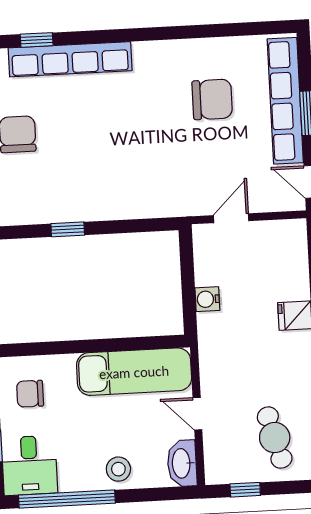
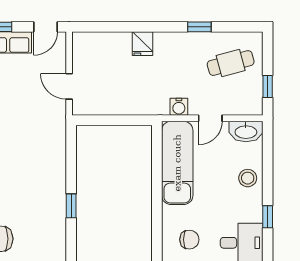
water cooler: (207, 299) -> (179, 107), moved
chair: (30, 394) -> (189, 240), turned -90
window: (67, 499) -> (268, 217), width x0.32

